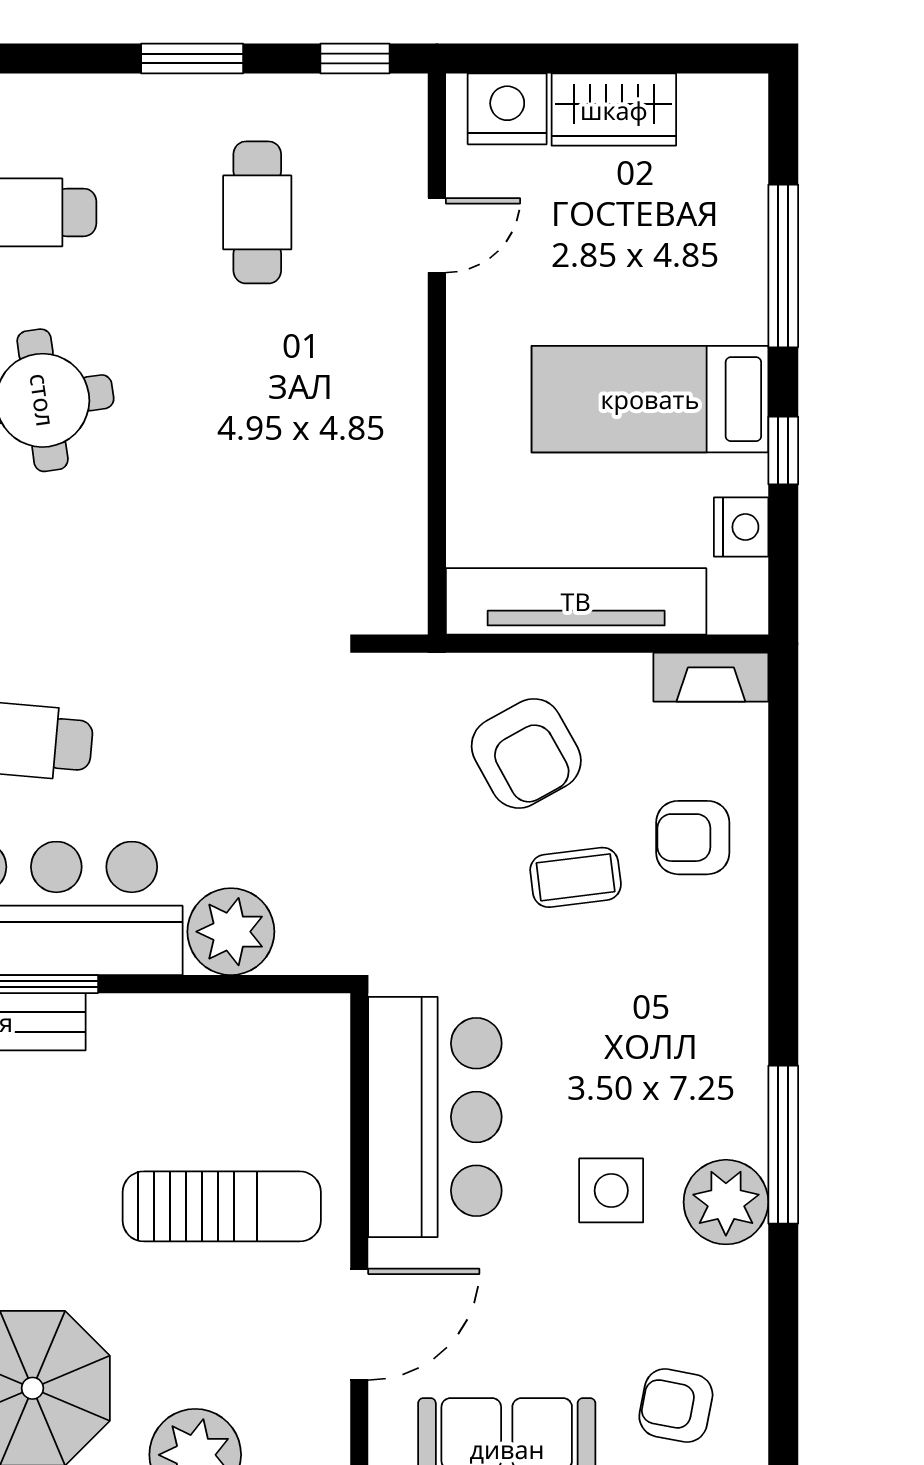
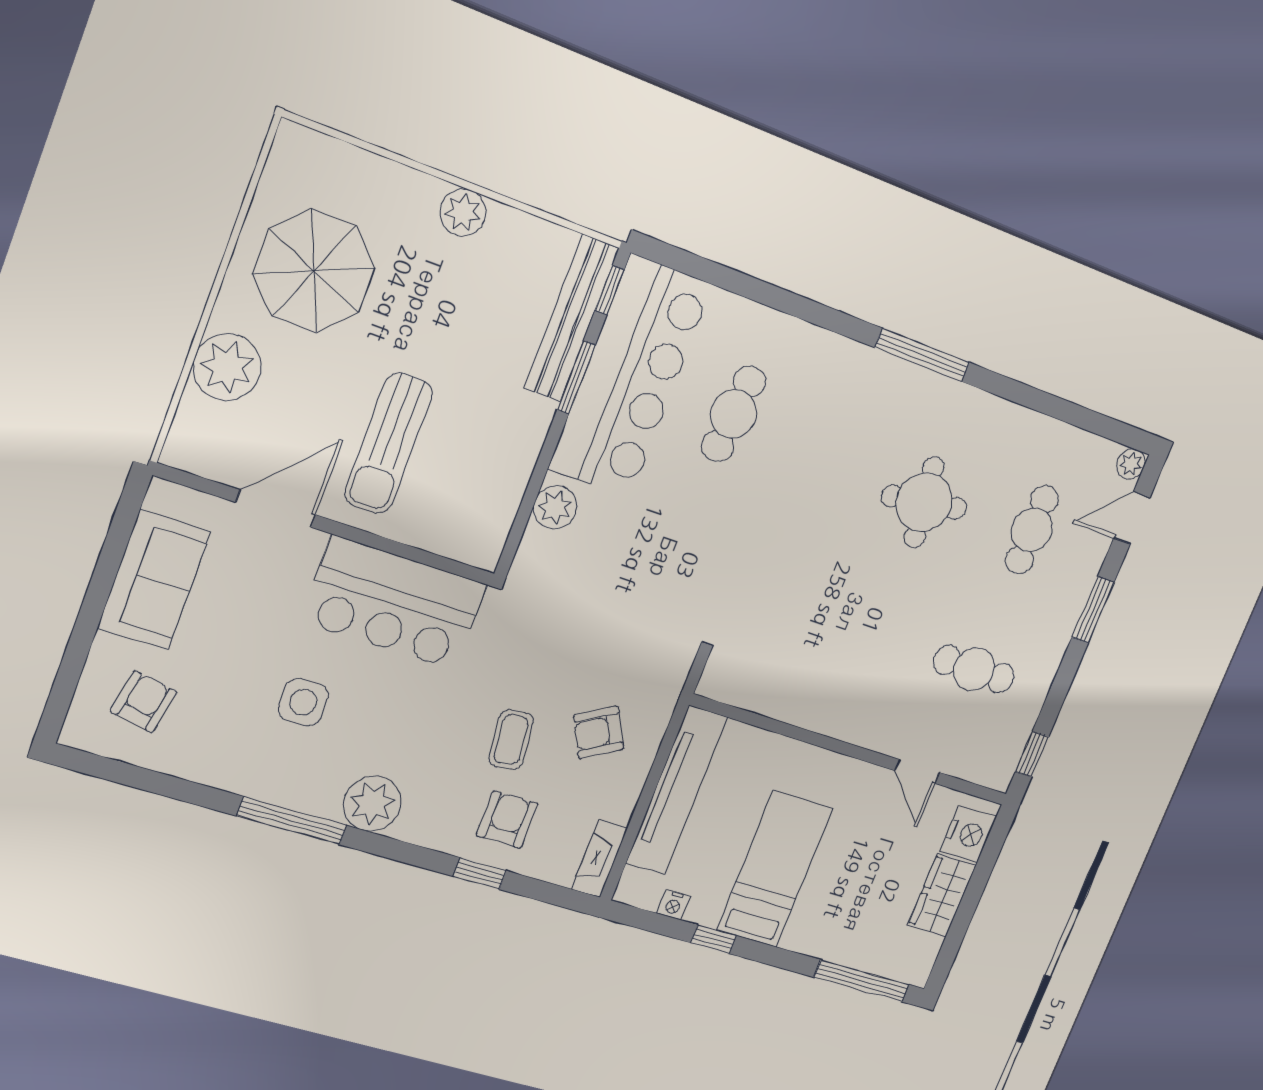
window: (192, 58) -> (1093, 610), moved
window: (783, 266) -> (862, 981), moved
nightstand: (741, 527) -> (673, 905), width x0.72, depth x0.74
armchair: (526, 753) -> (599, 732), width x0.72, depth x0.72
window: (783, 847) -> (480, 874), added
plant: (231, 932) -> (555, 507), width x0.73, depth x0.73
plant: (726, 1202) -> (372, 804), moved
door: (359, 1324) -> (276, 509), swing flipped

